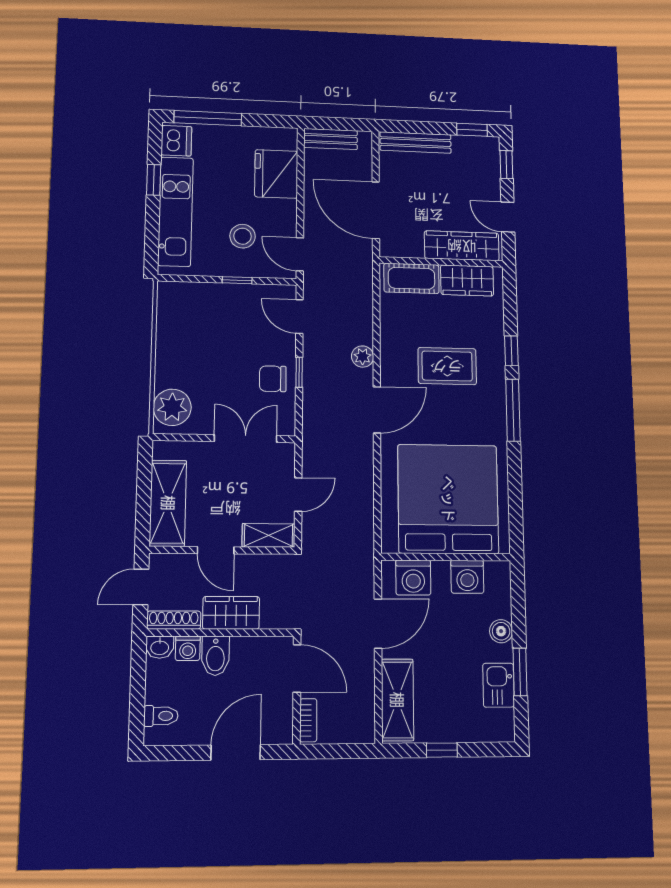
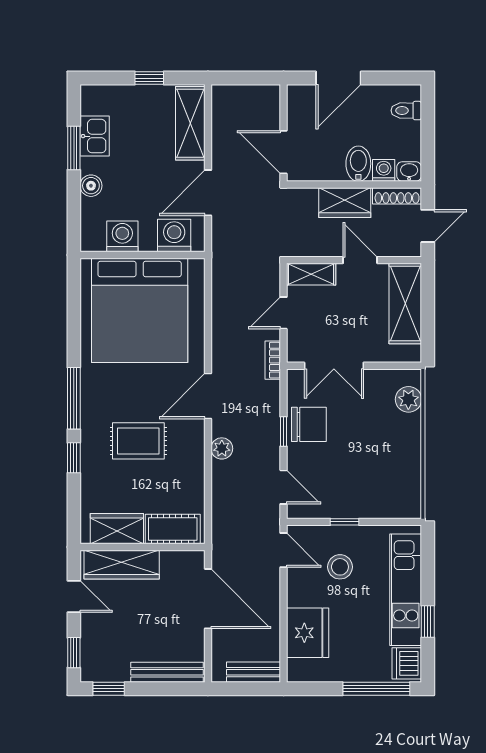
chair: (273, 379) -> (309, 424), width x1.37, depth x1.37
plant: (172, 407) -> (408, 399), width x0.73, depth x0.73
bookcase: (308, 720) -> (273, 360), moved

